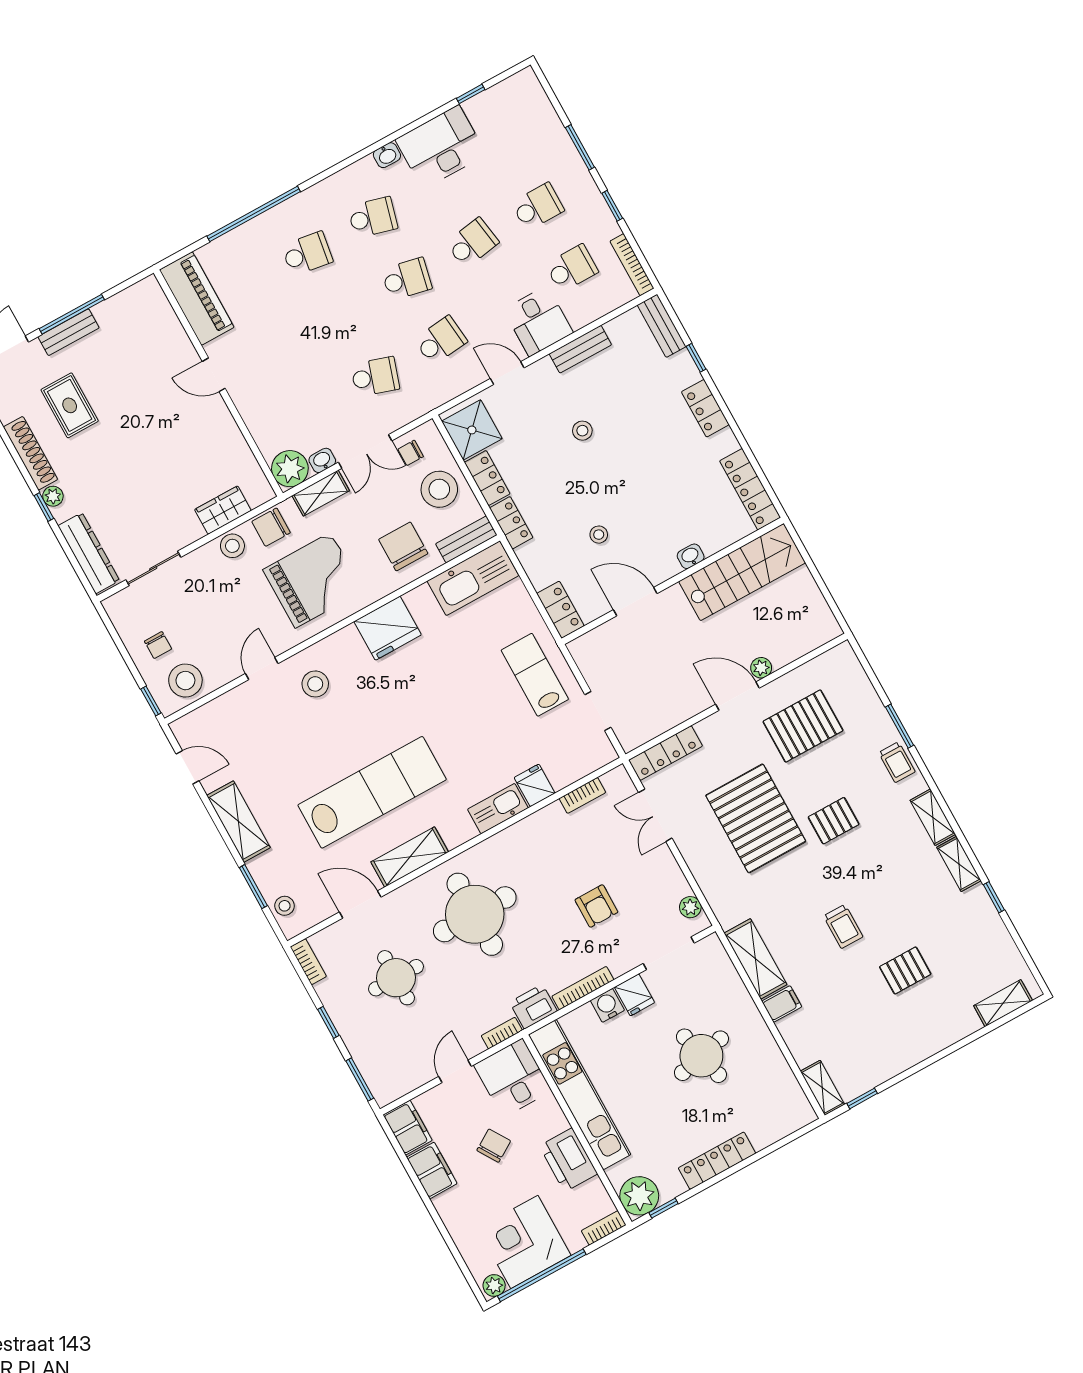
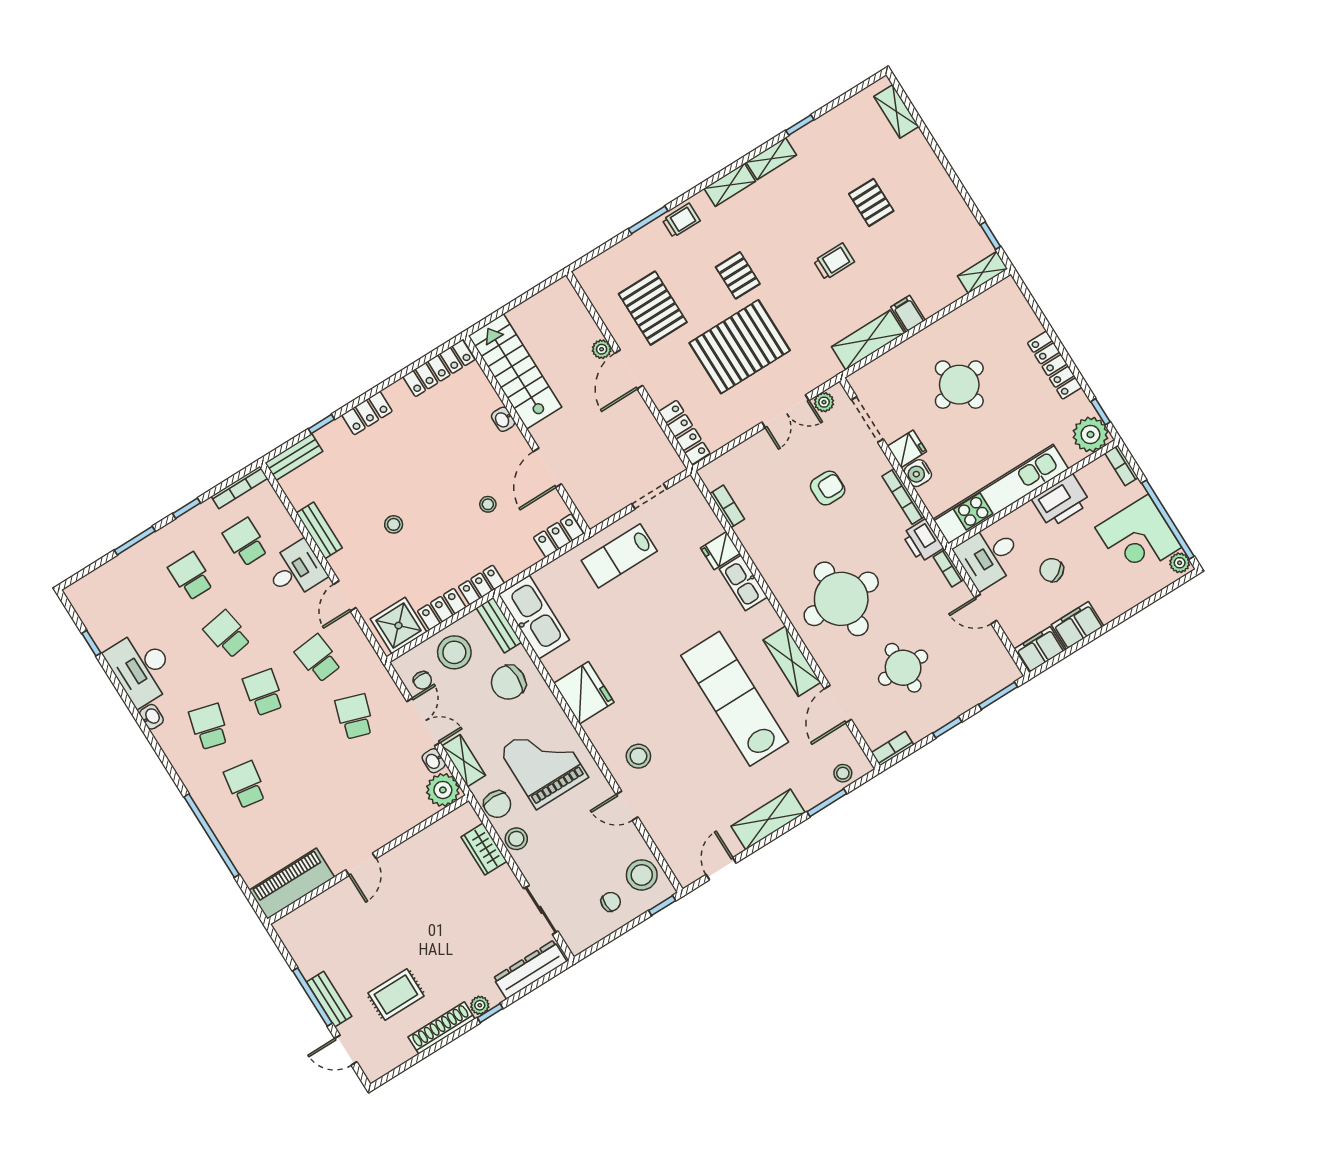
double door: (655, 815) -> (785, 411), moved

